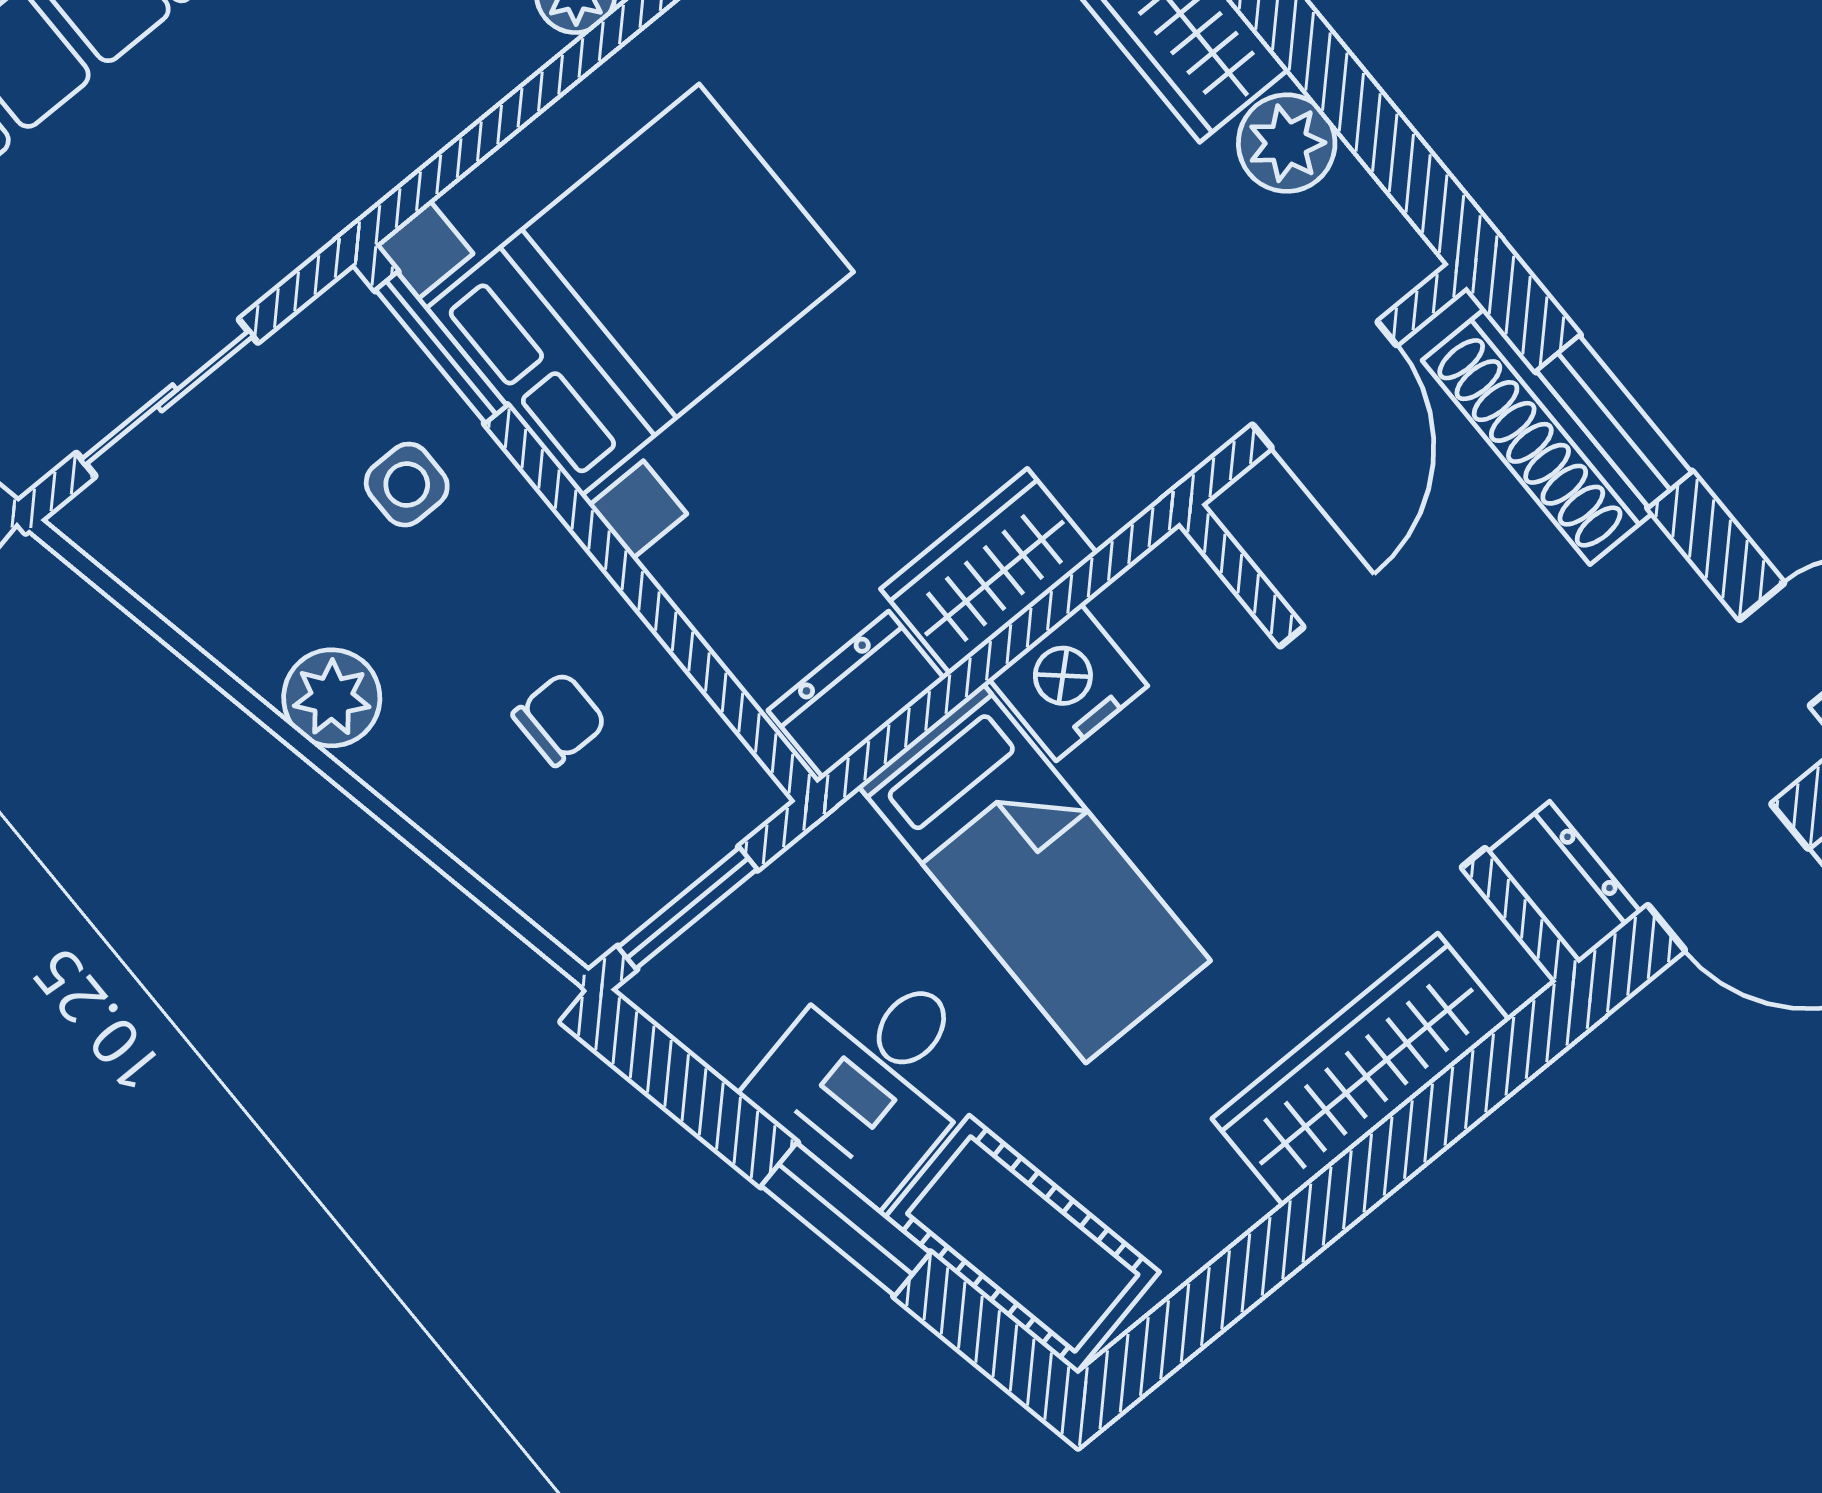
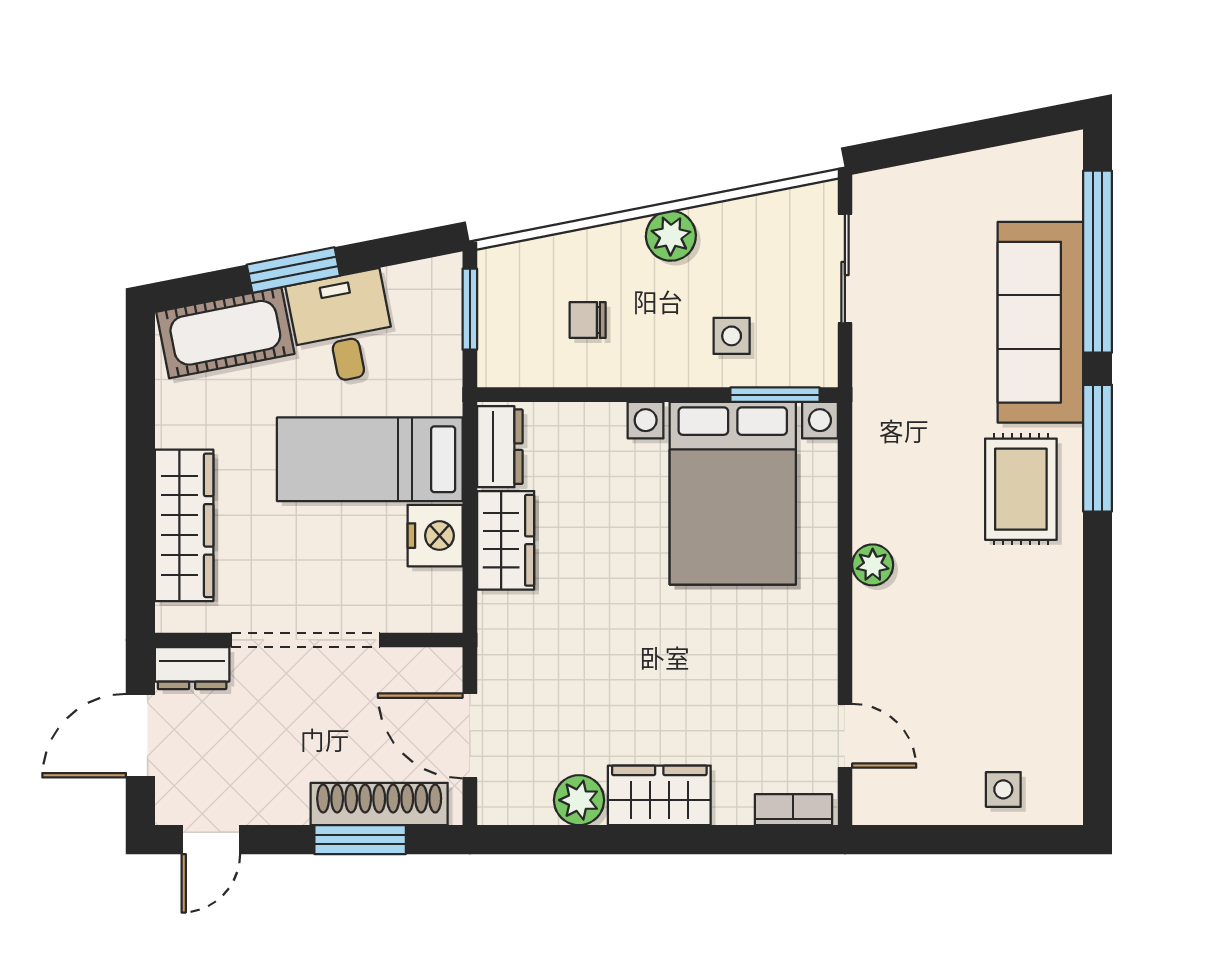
chair: (560, 719) -> (588, 320), turned 90

